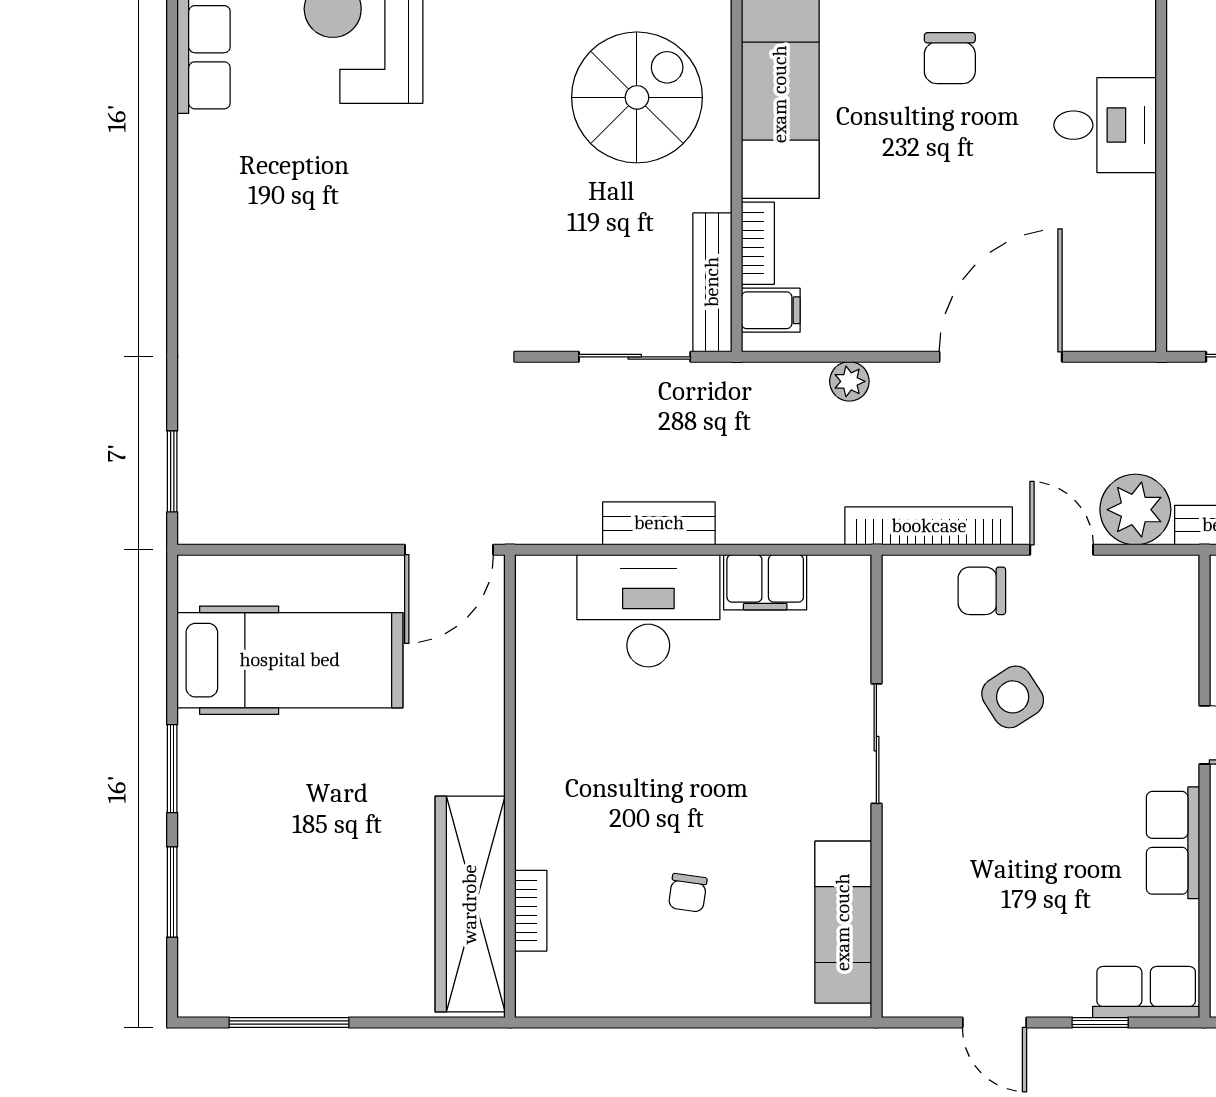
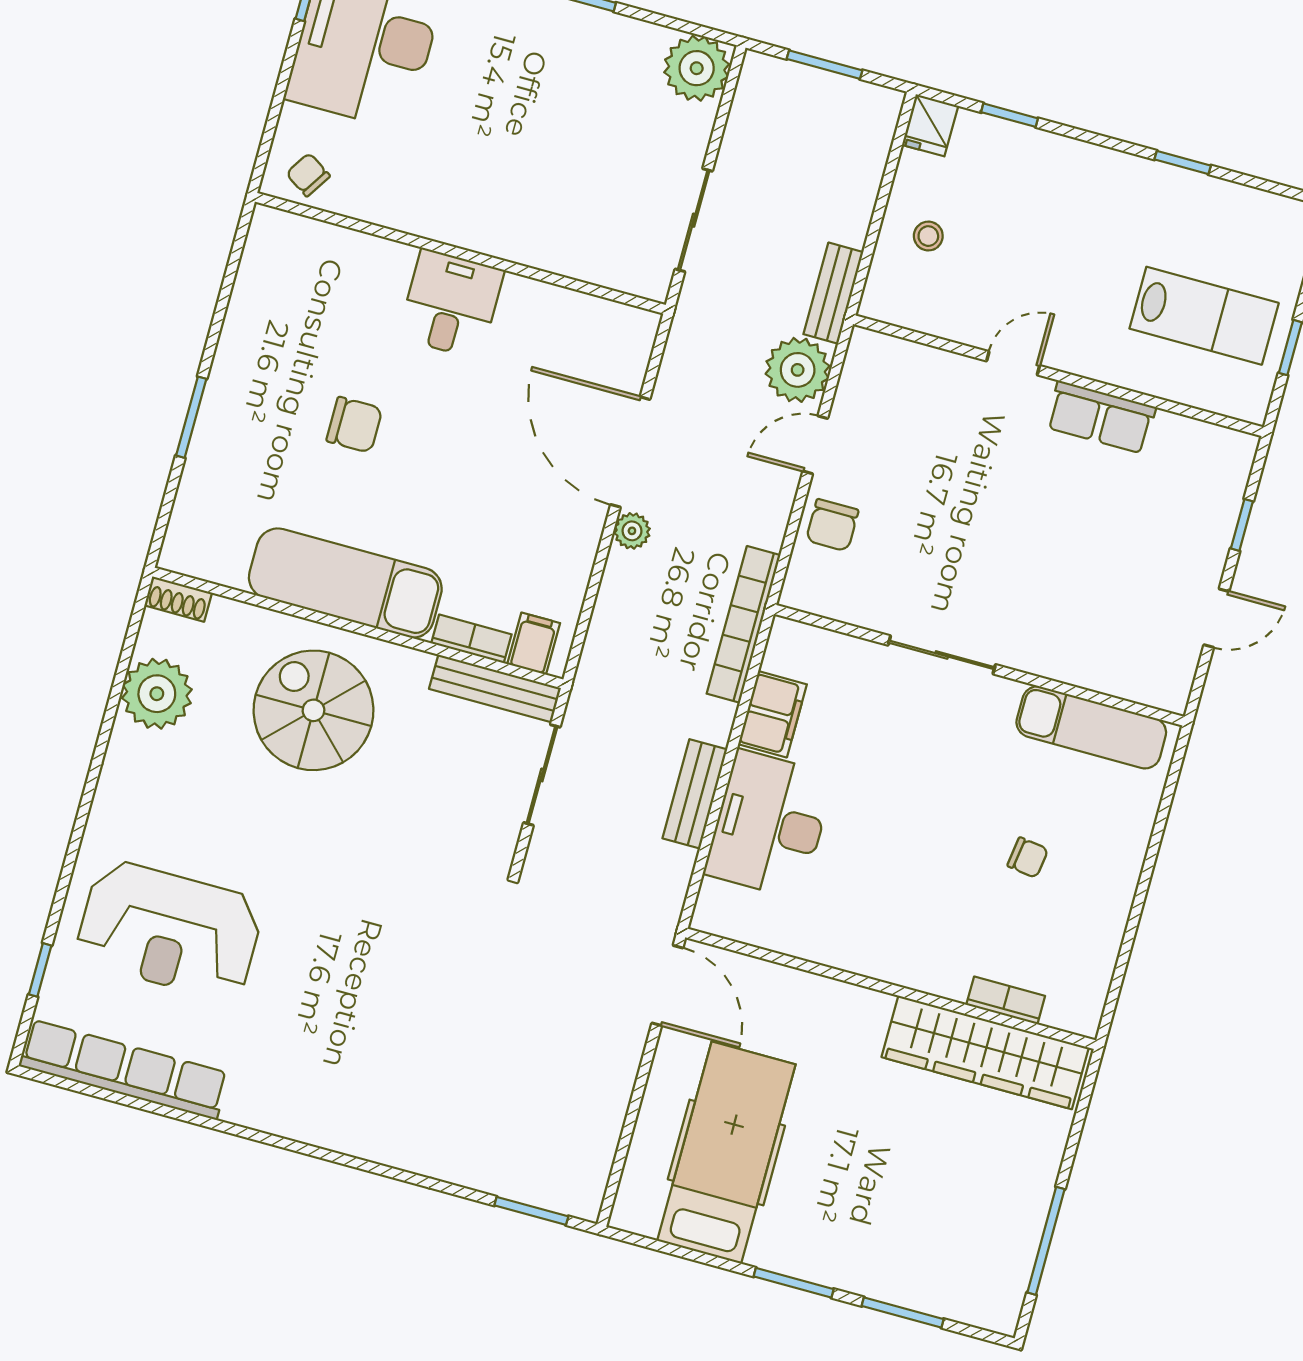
plant: (849, 381) -> (632, 531), moved
bookcase: (929, 526) -> (744, 624), moved
side table: (1013, 697) -> (933, 524), removed
row of seats: (1146, 992) -> (1226, 477), removed

